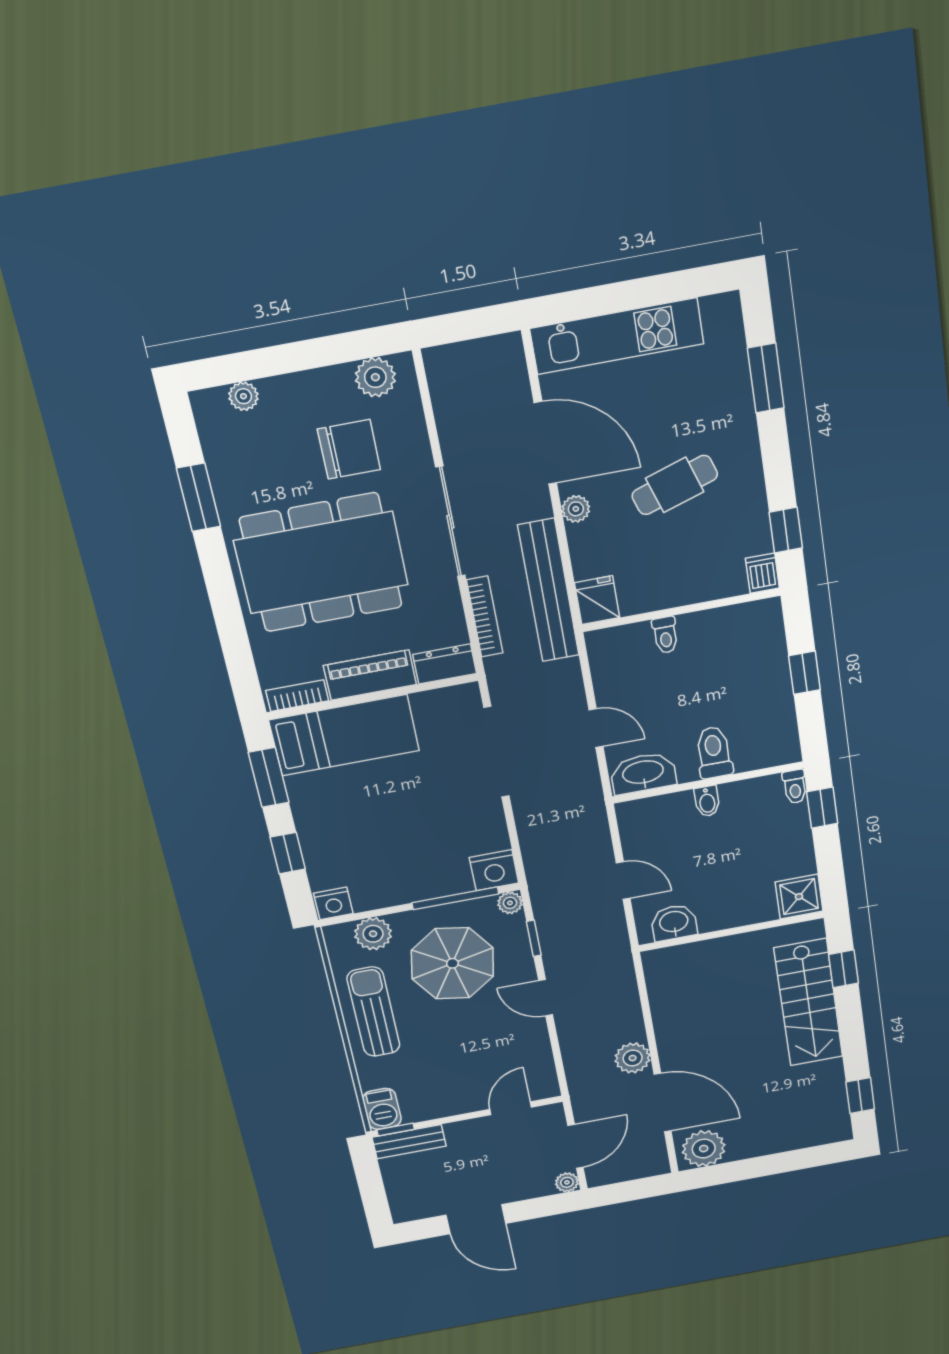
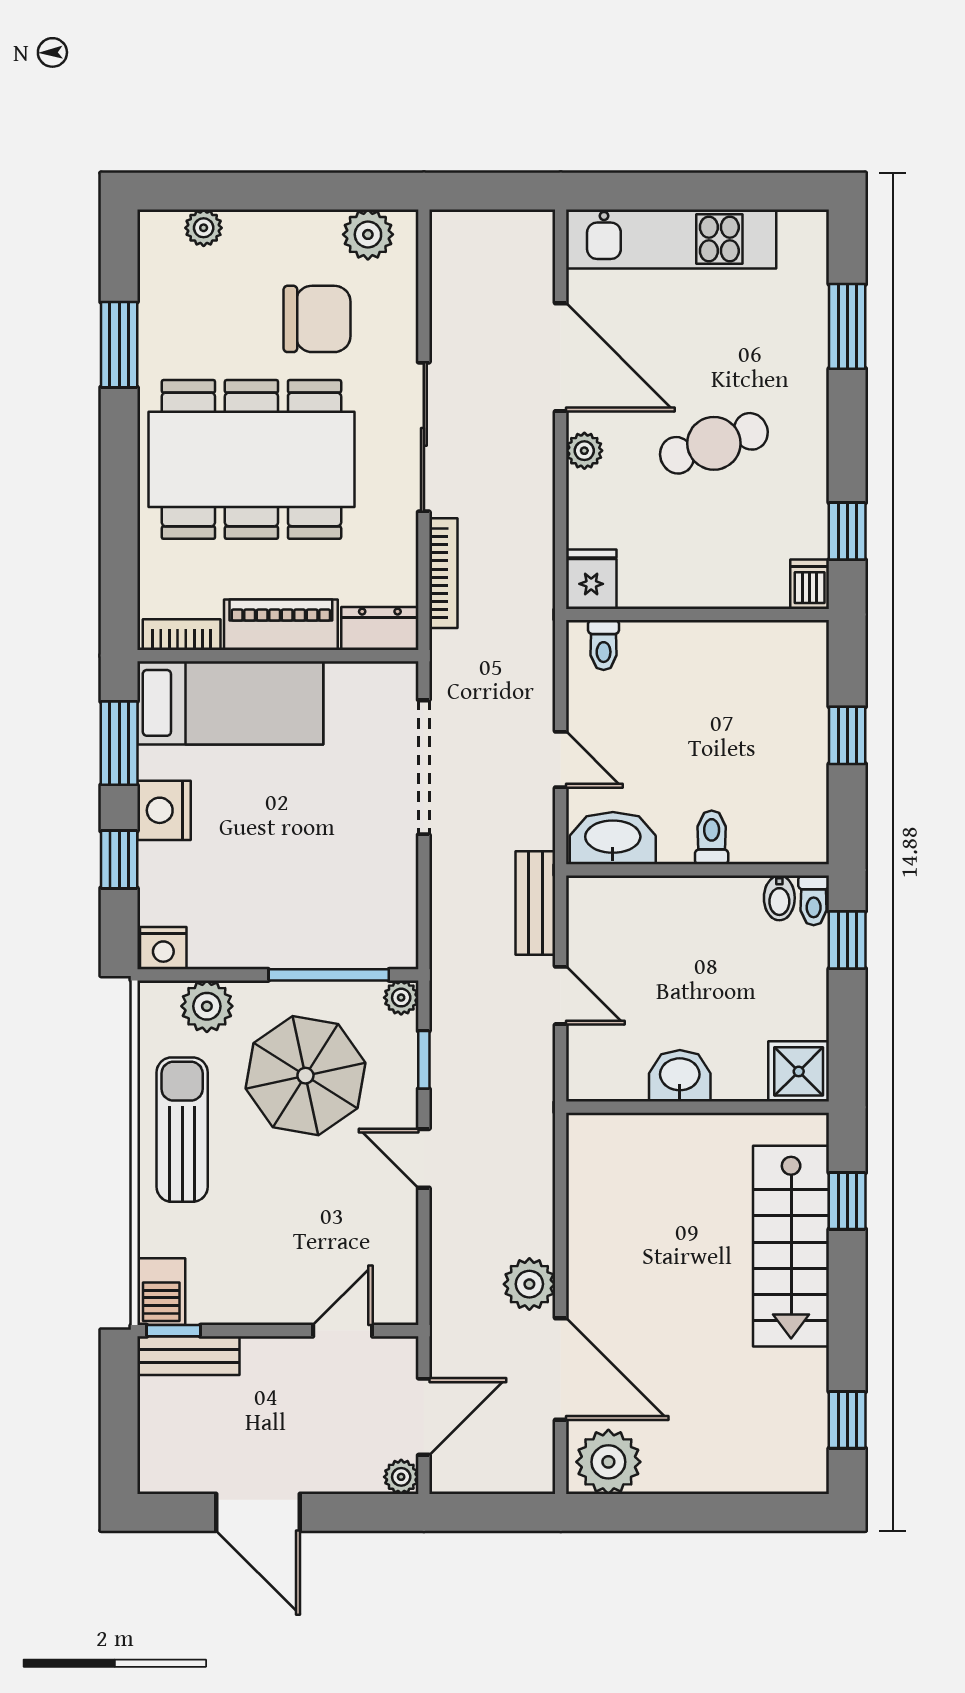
bench: (548, 591) -> (535, 903), moved, width x0.54, depth x0.82
toilet: (665, 635) -> (604, 645), moved
toilet: (714, 752) -> (712, 837), width x0.73, depth x0.72
bidet: (707, 801) -> (779, 898), moved
nightstand: (494, 870) -> (164, 810), moved, turned 90
washbasin: (674, 922) -> (680, 1076), moved

